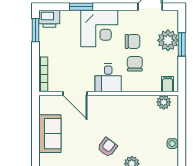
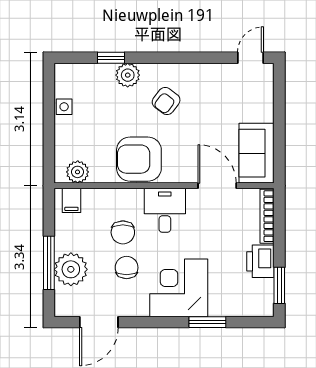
printer: (49, 19) -> (260, 261), moved, turned -90
chair: (132, 41) -> (127, 268), turned 90
window: (182, 44) -> (49, 263), width x1.44
armchair: (125, 110) -> (139, 159), added
sofa: (50, 134) -> (257, 153), moved

